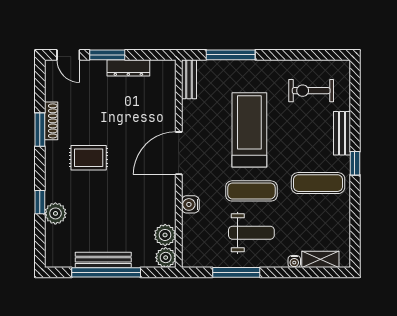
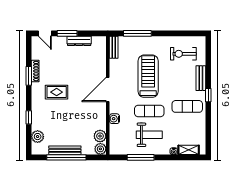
plant: (55, 213) -> (38, 137), moved

